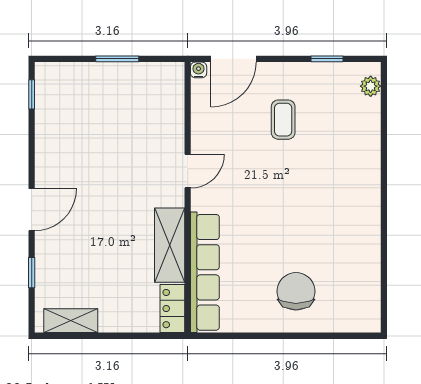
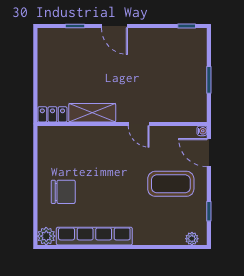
coffee table: (283, 120) -> (171, 184), width x1.86, depth x1.72
row of seats: (205, 272) -> (94, 236), moved, turned 180
plant: (367, 318) -> (46, 236), added
shelving: (71, 321) -> (45, 51), removed

